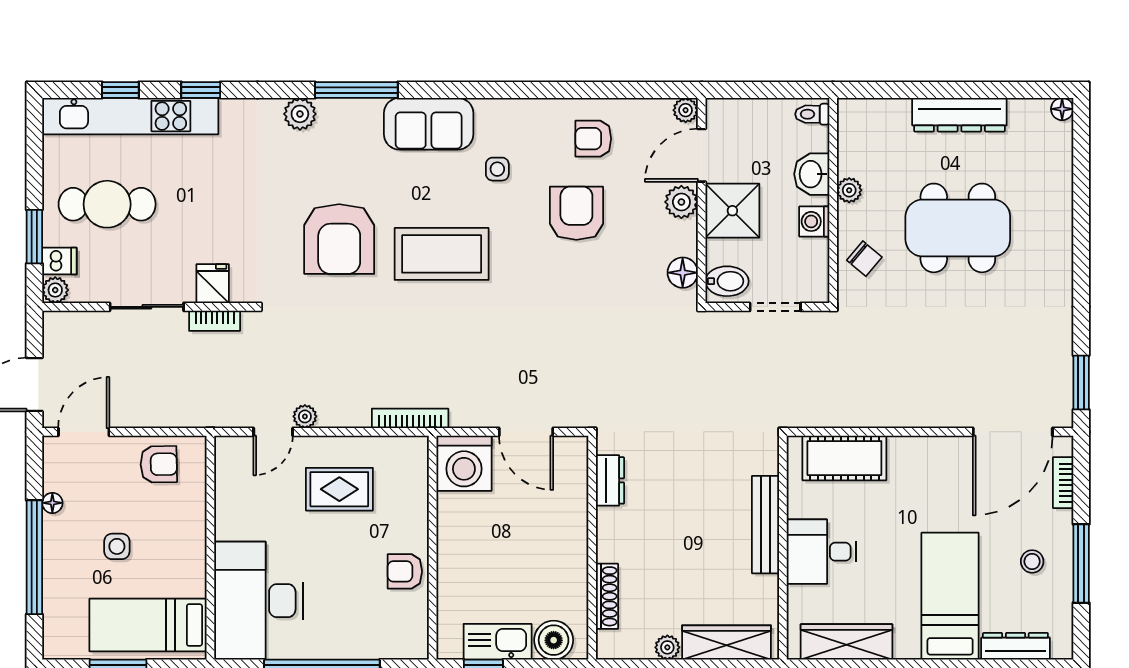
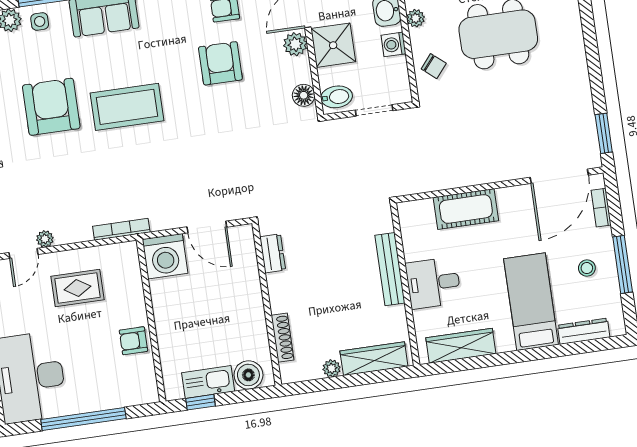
side table: (497, 169) -> (40, 21), moved
armchair: (339, 239) -> (51, 107), turned 180
cot: (844, 458) -> (466, 209), moved

